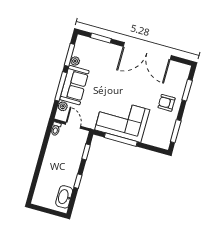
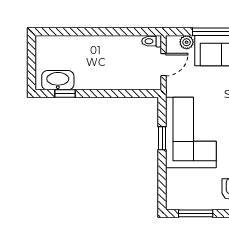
window: (121, 140) -> (162, 138), width x0.46
window: (86, 152) -> (131, 94), removed
window: (78, 181) -> (65, 94), moved

